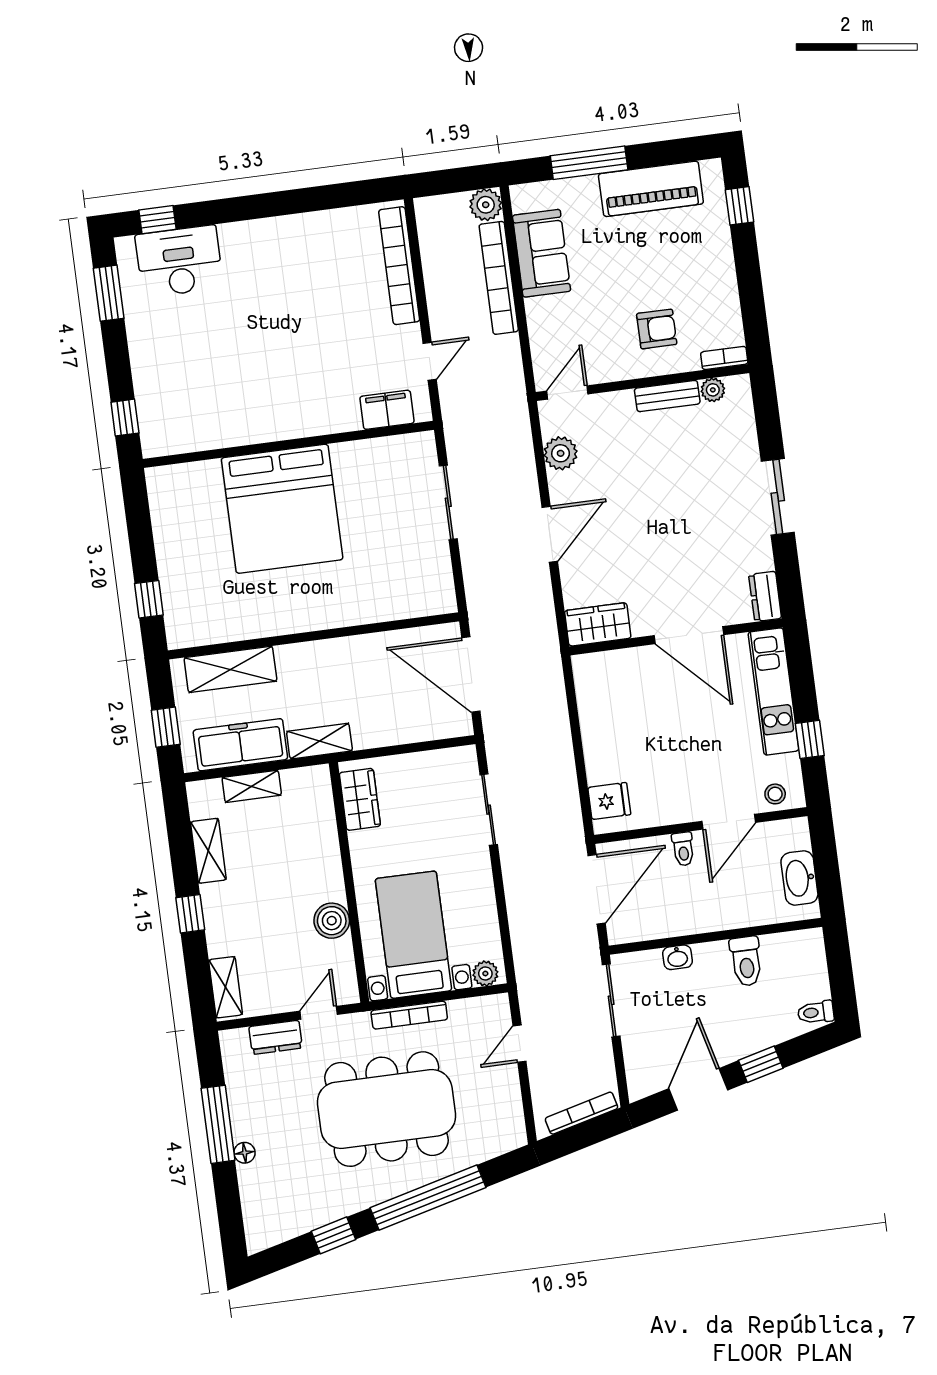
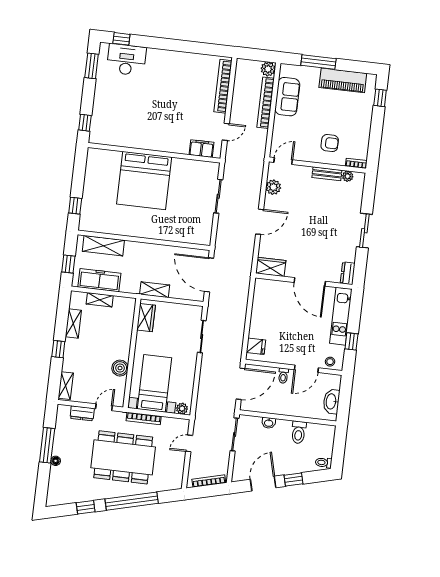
shelving: (319, 741) -> (155, 290), moved

